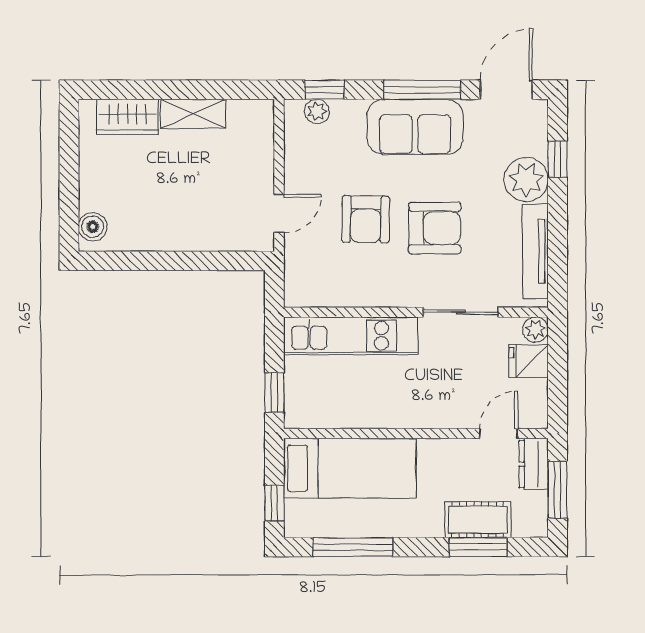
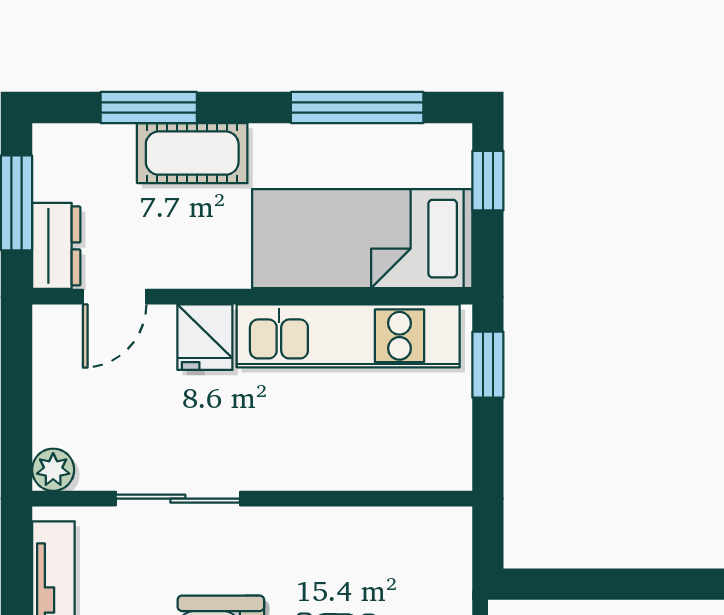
kitchen unit: (351, 336) -> (348, 336), moved, turned 180
fridge: (528, 361) -> (205, 337), moved, turned 90
cot: (478, 520) -> (192, 153), moved

